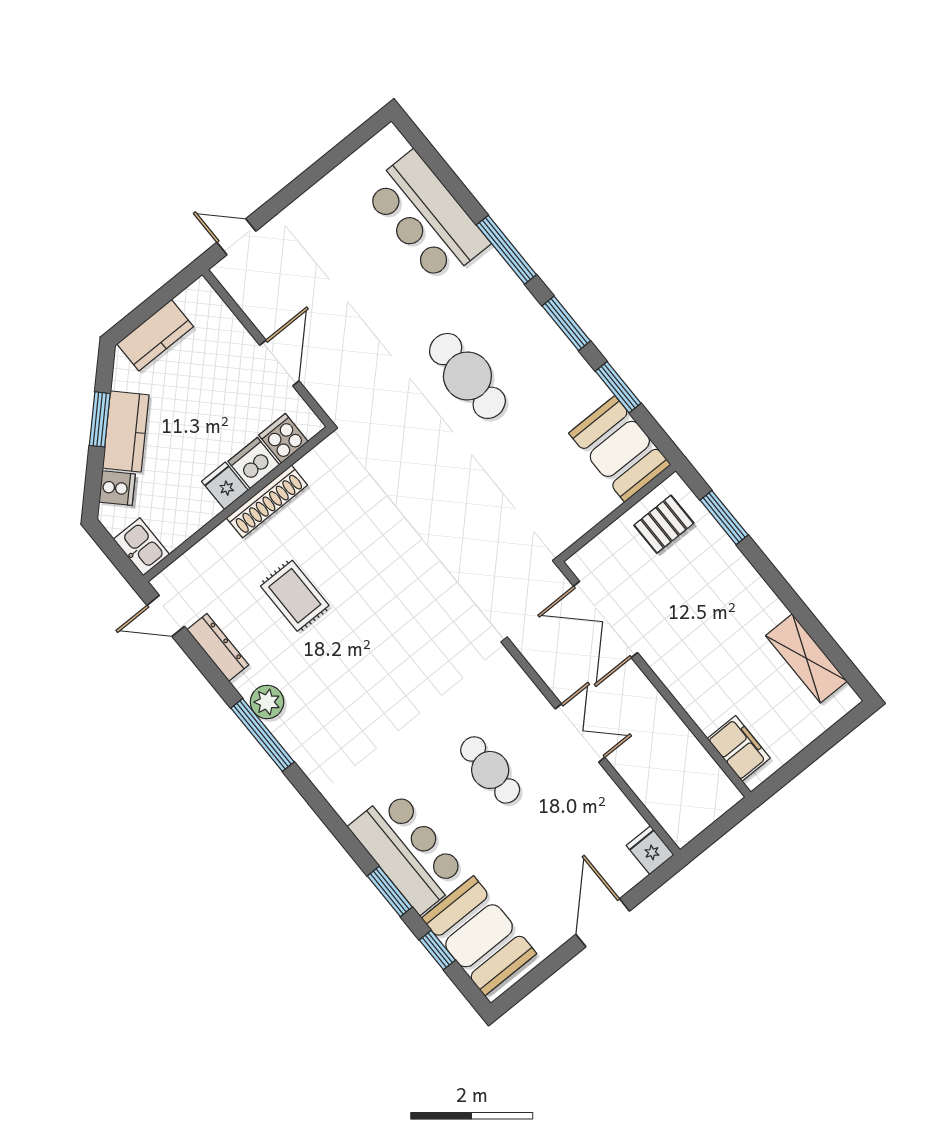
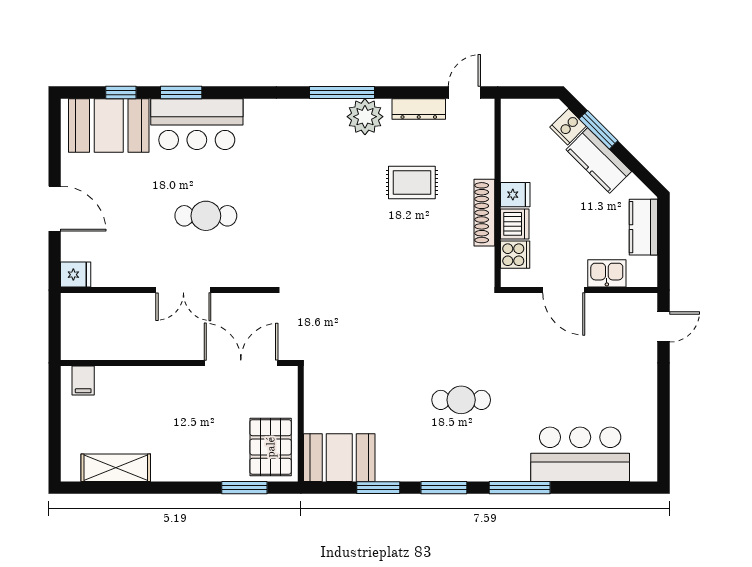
cafe table: (467, 376) -> (461, 400), width x0.73, depth x0.74
window: (100, 419) -> (598, 130), moved
pallet: (664, 524) -> (271, 447), width x1.50, depth x1.42
kitchen sink: (141, 547) -> (607, 273), moved, turned 180
plant: (267, 702) -> (365, 117), width x1.36, depth x1.36
filing cabinet: (739, 748) -> (83, 381), width x0.50

